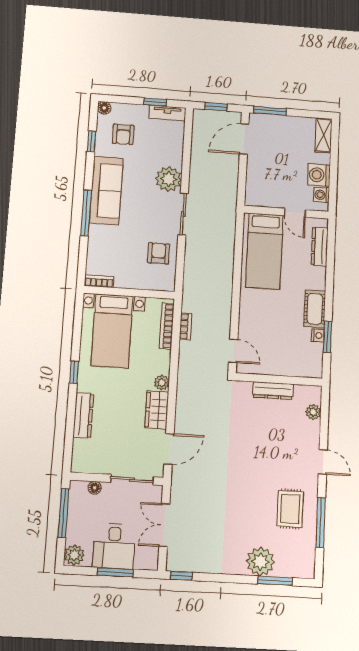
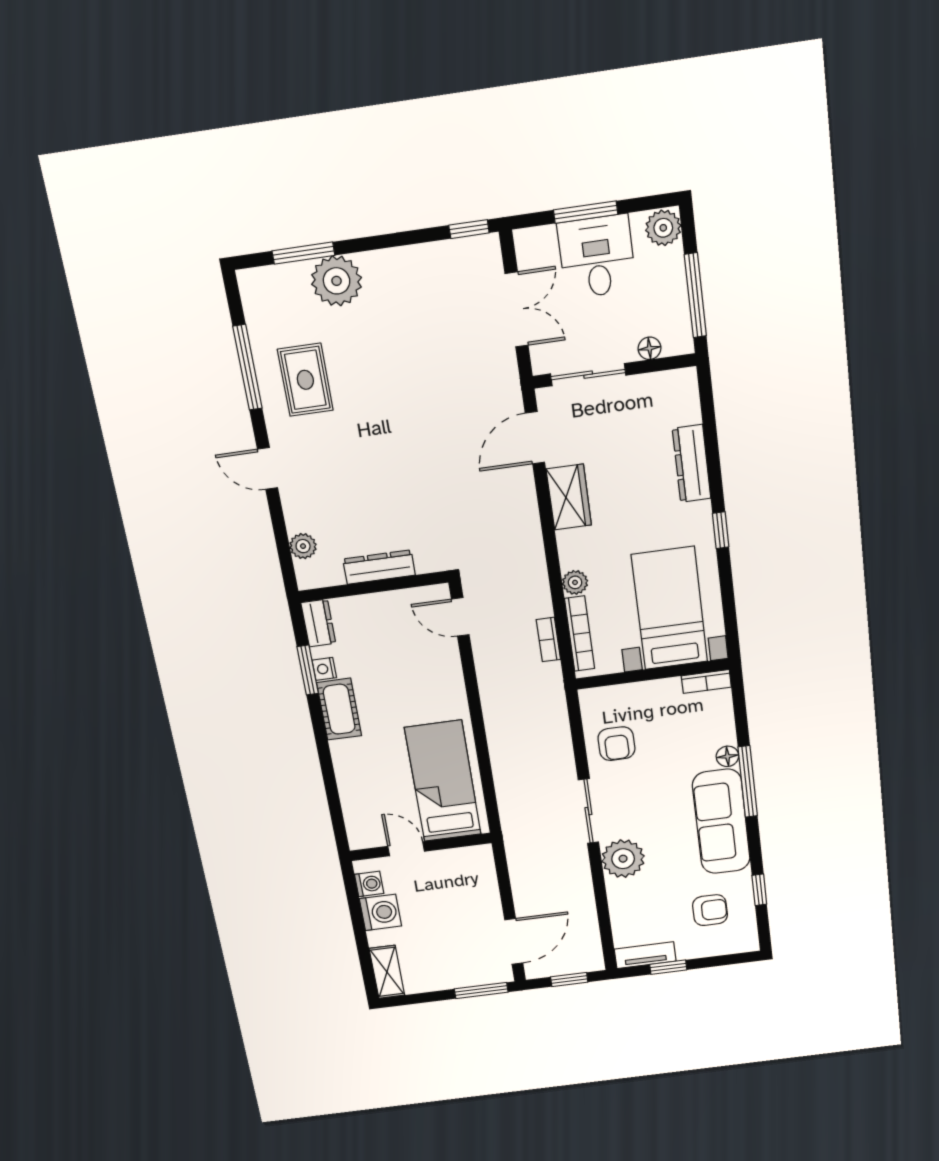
floor lamp: (104, 108) -> (727, 756), moved
armchair: (123, 134) -> (710, 910), turned 90
dresser: (320, 247) -> (318, 623), moved, width x0.70
plant: (162, 383) -> (575, 582), moved

